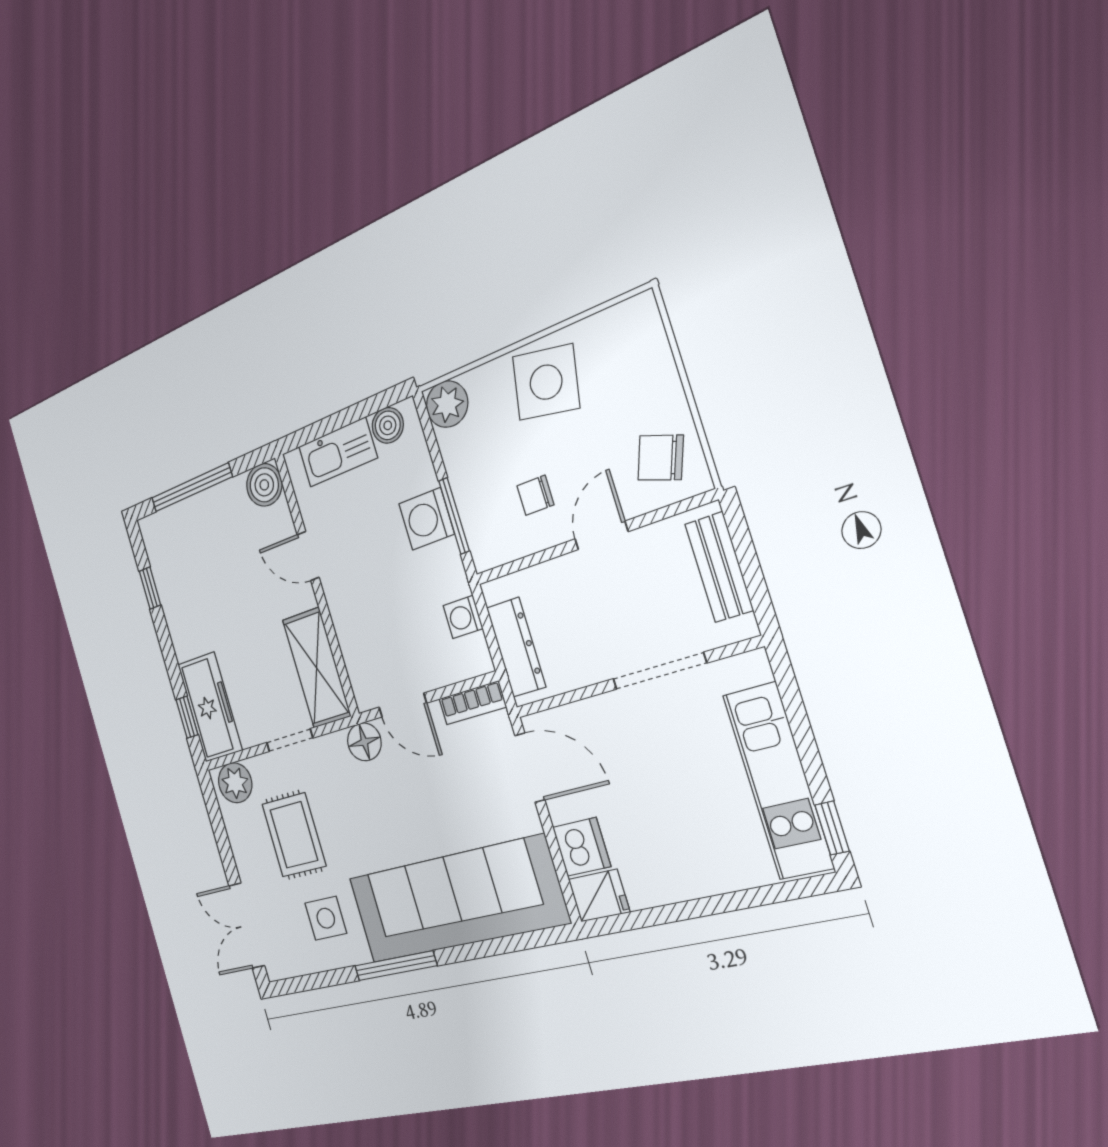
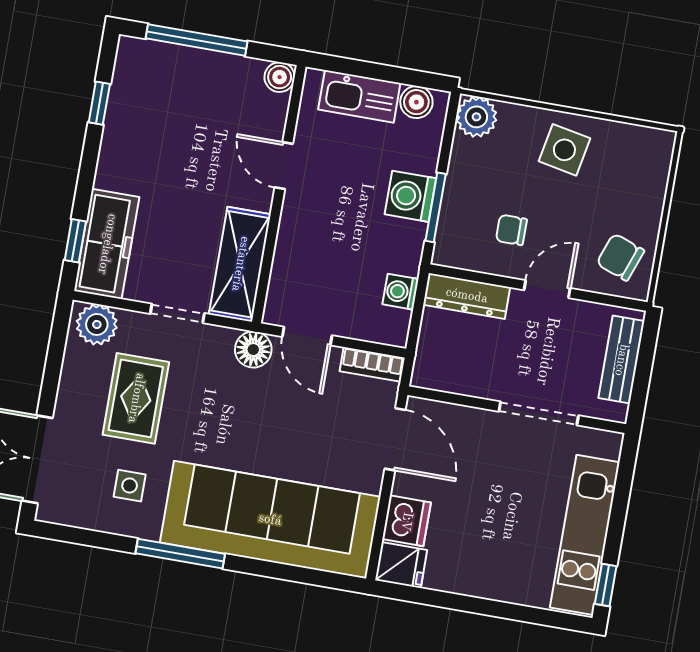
side table: (546, 382) -> (564, 150), width x0.73, depth x0.73
boiler: (264, 485) -> (280, 77), width x0.73, depth x0.73
dresser: (516, 647) -> (467, 296), moved, turned 90
side table: (326, 918) -> (130, 486), width x0.73, depth x0.73

